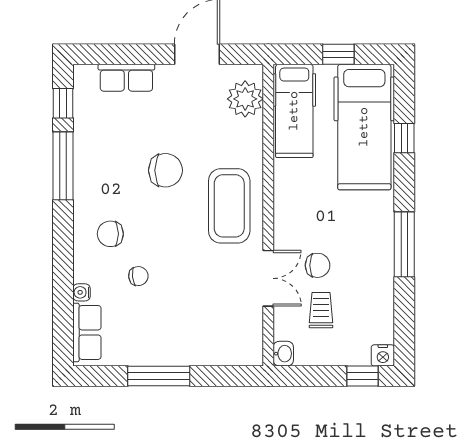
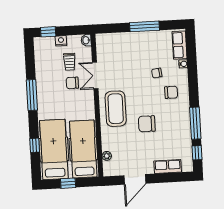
plant: (245, 99) -> (107, 156), width x0.53, depth x0.53
hospital bed: (294, 111) -> (83, 149), width x1.37, depth x1.29
nightstand: (383, 355) -> (61, 41), moved

